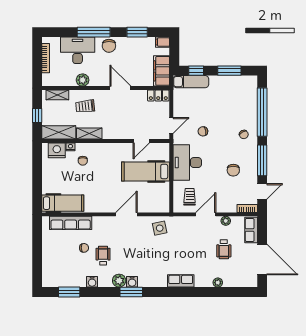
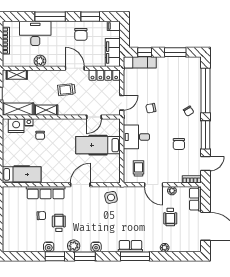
chair: (109, 46) -> (81, 34), moved
locker: (158, 95) -> (104, 75), width x1.53
trolley: (85, 106) -> (66, 90), moved
desk: (187, 163) -> (136, 137), width x0.73
door: (206, 214) -> (154, 185), swing flipped
row of seats: (71, 223) -> (46, 193), moved
water cooler: (132, 282) -> (96, 247), moved
window: (69, 292) -> (55, 256), moved
window: (186, 292) -> (135, 256), added

